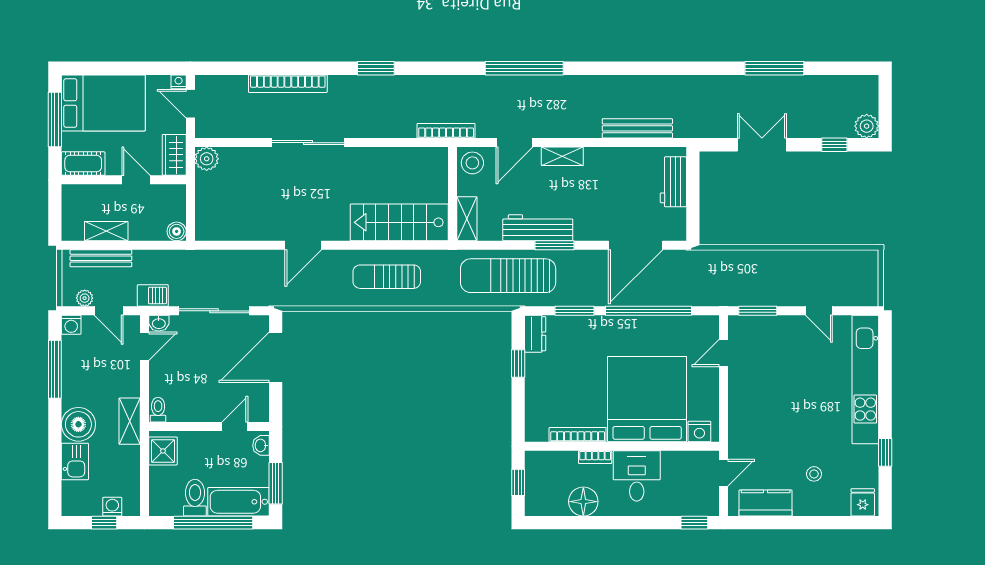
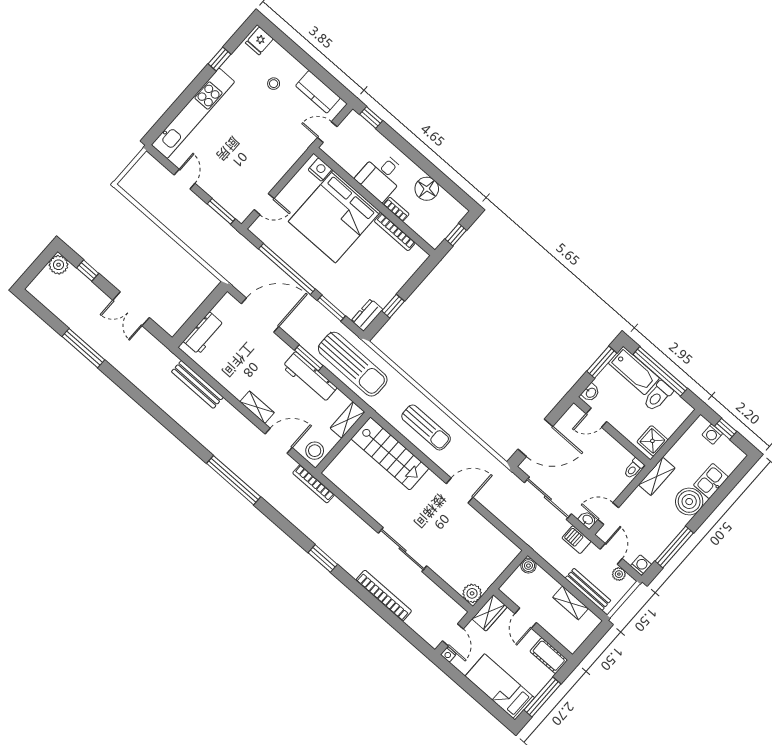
bed: (103, 103) -> (500, 687), width x0.67

